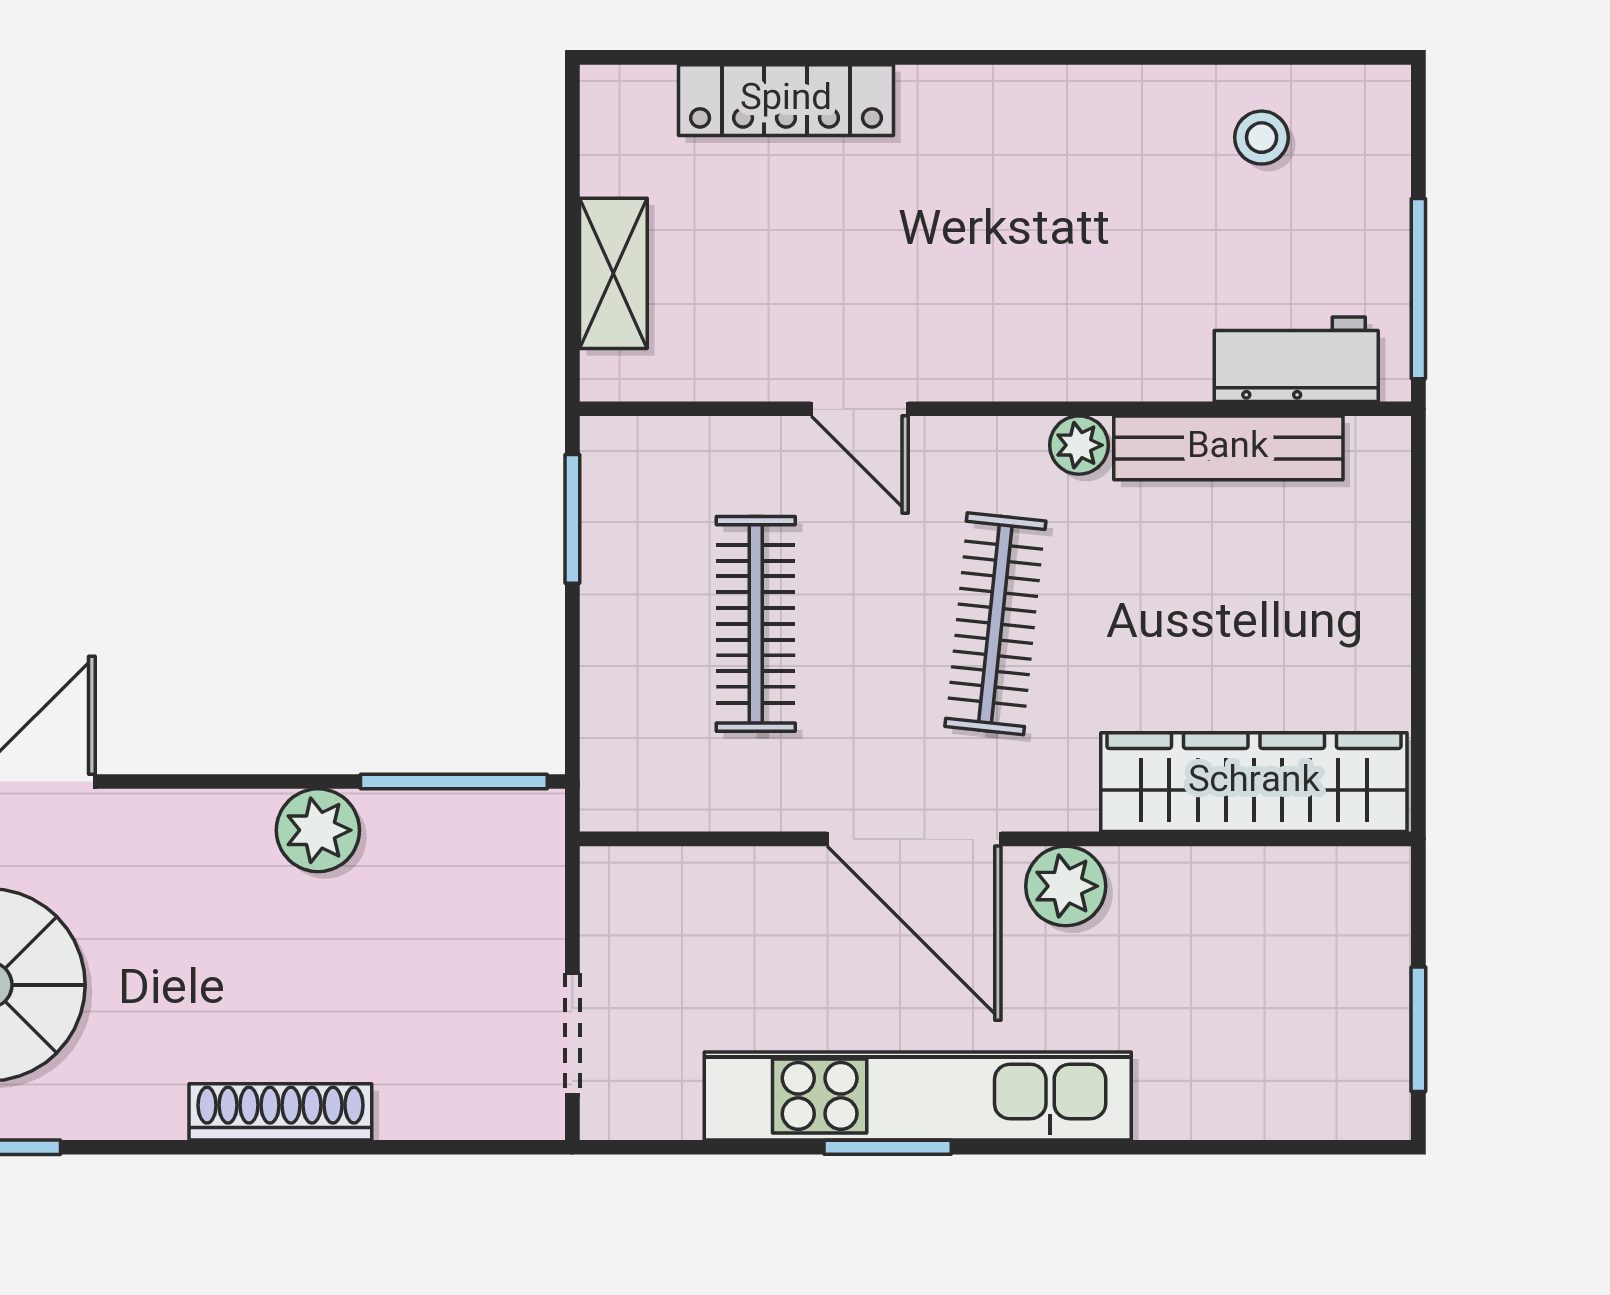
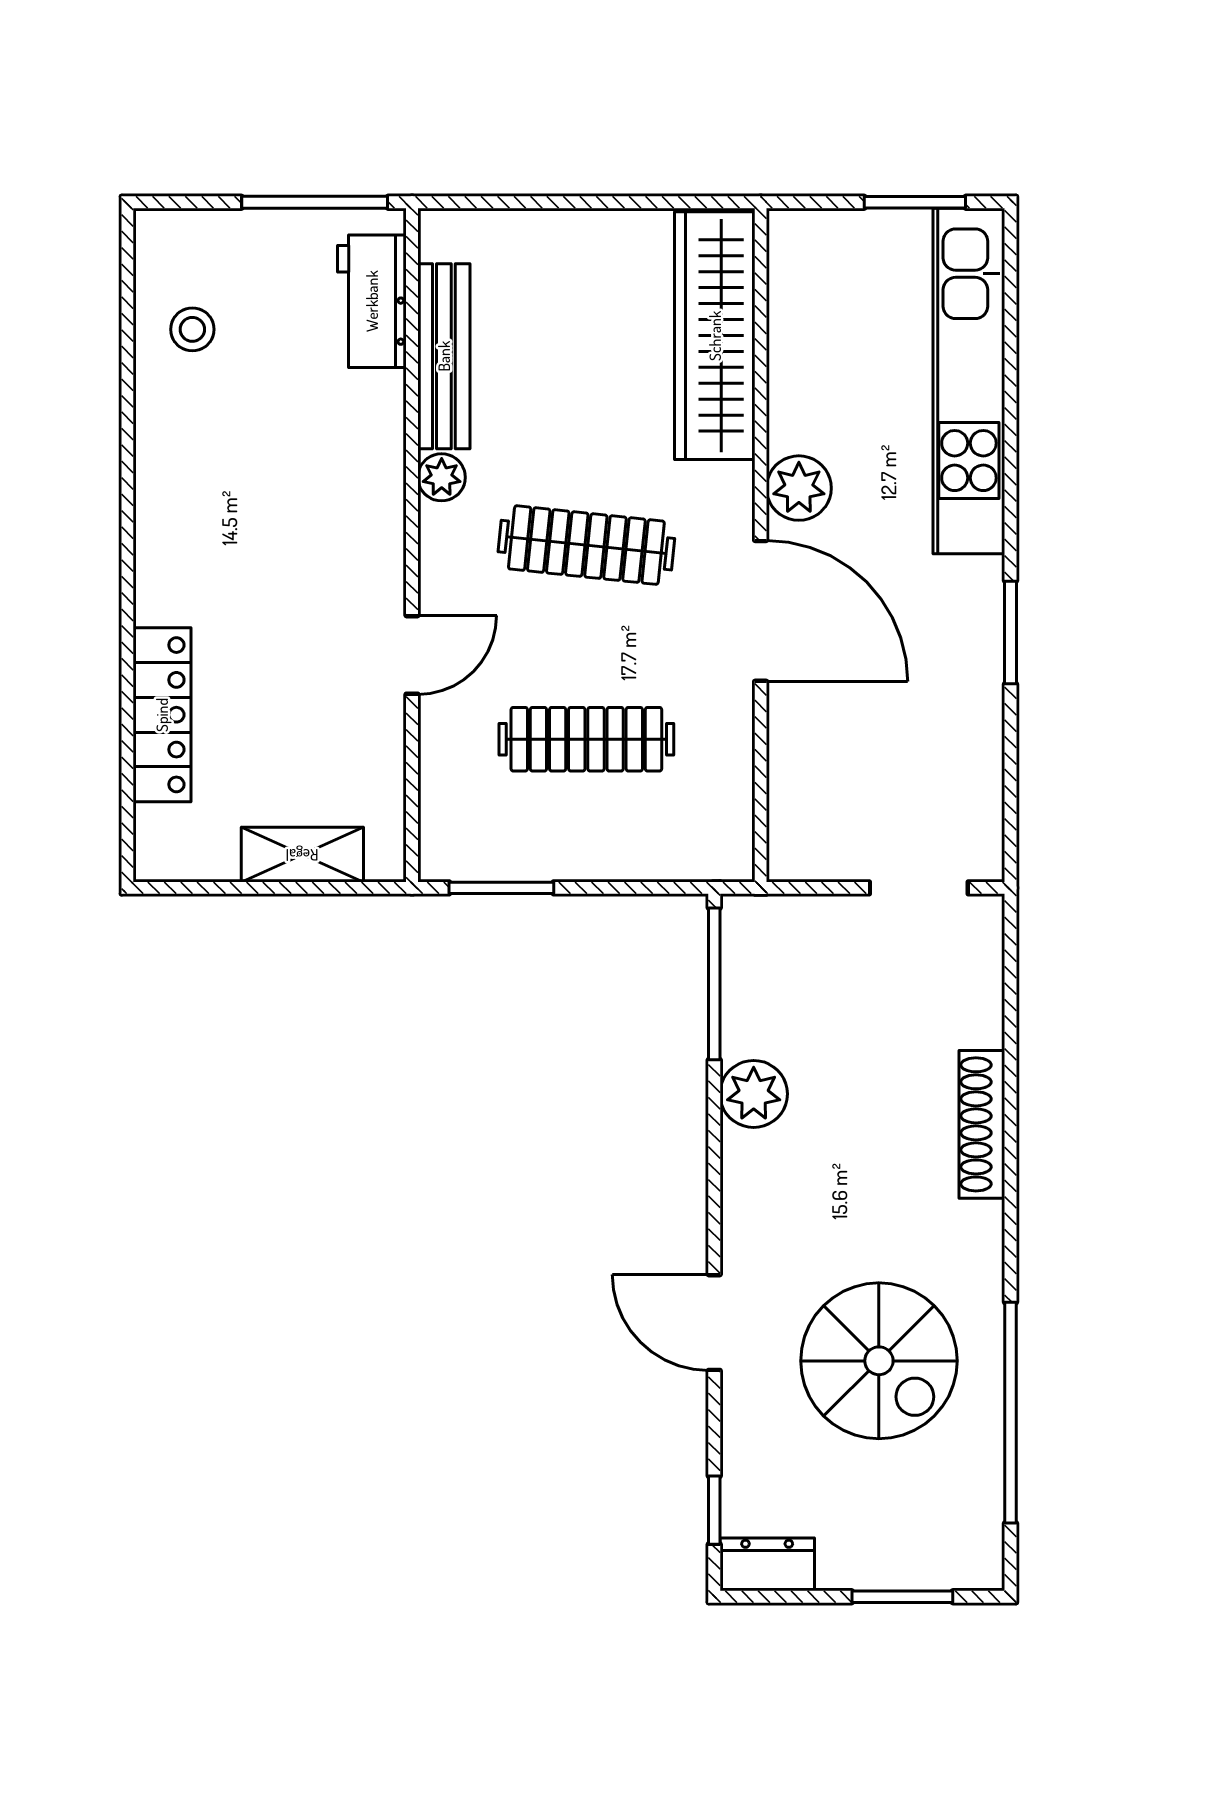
door: (914, 839) -> (761, 611), hinge flipped
kitchen unit: (918, 1096) -> (969, 381), moved

